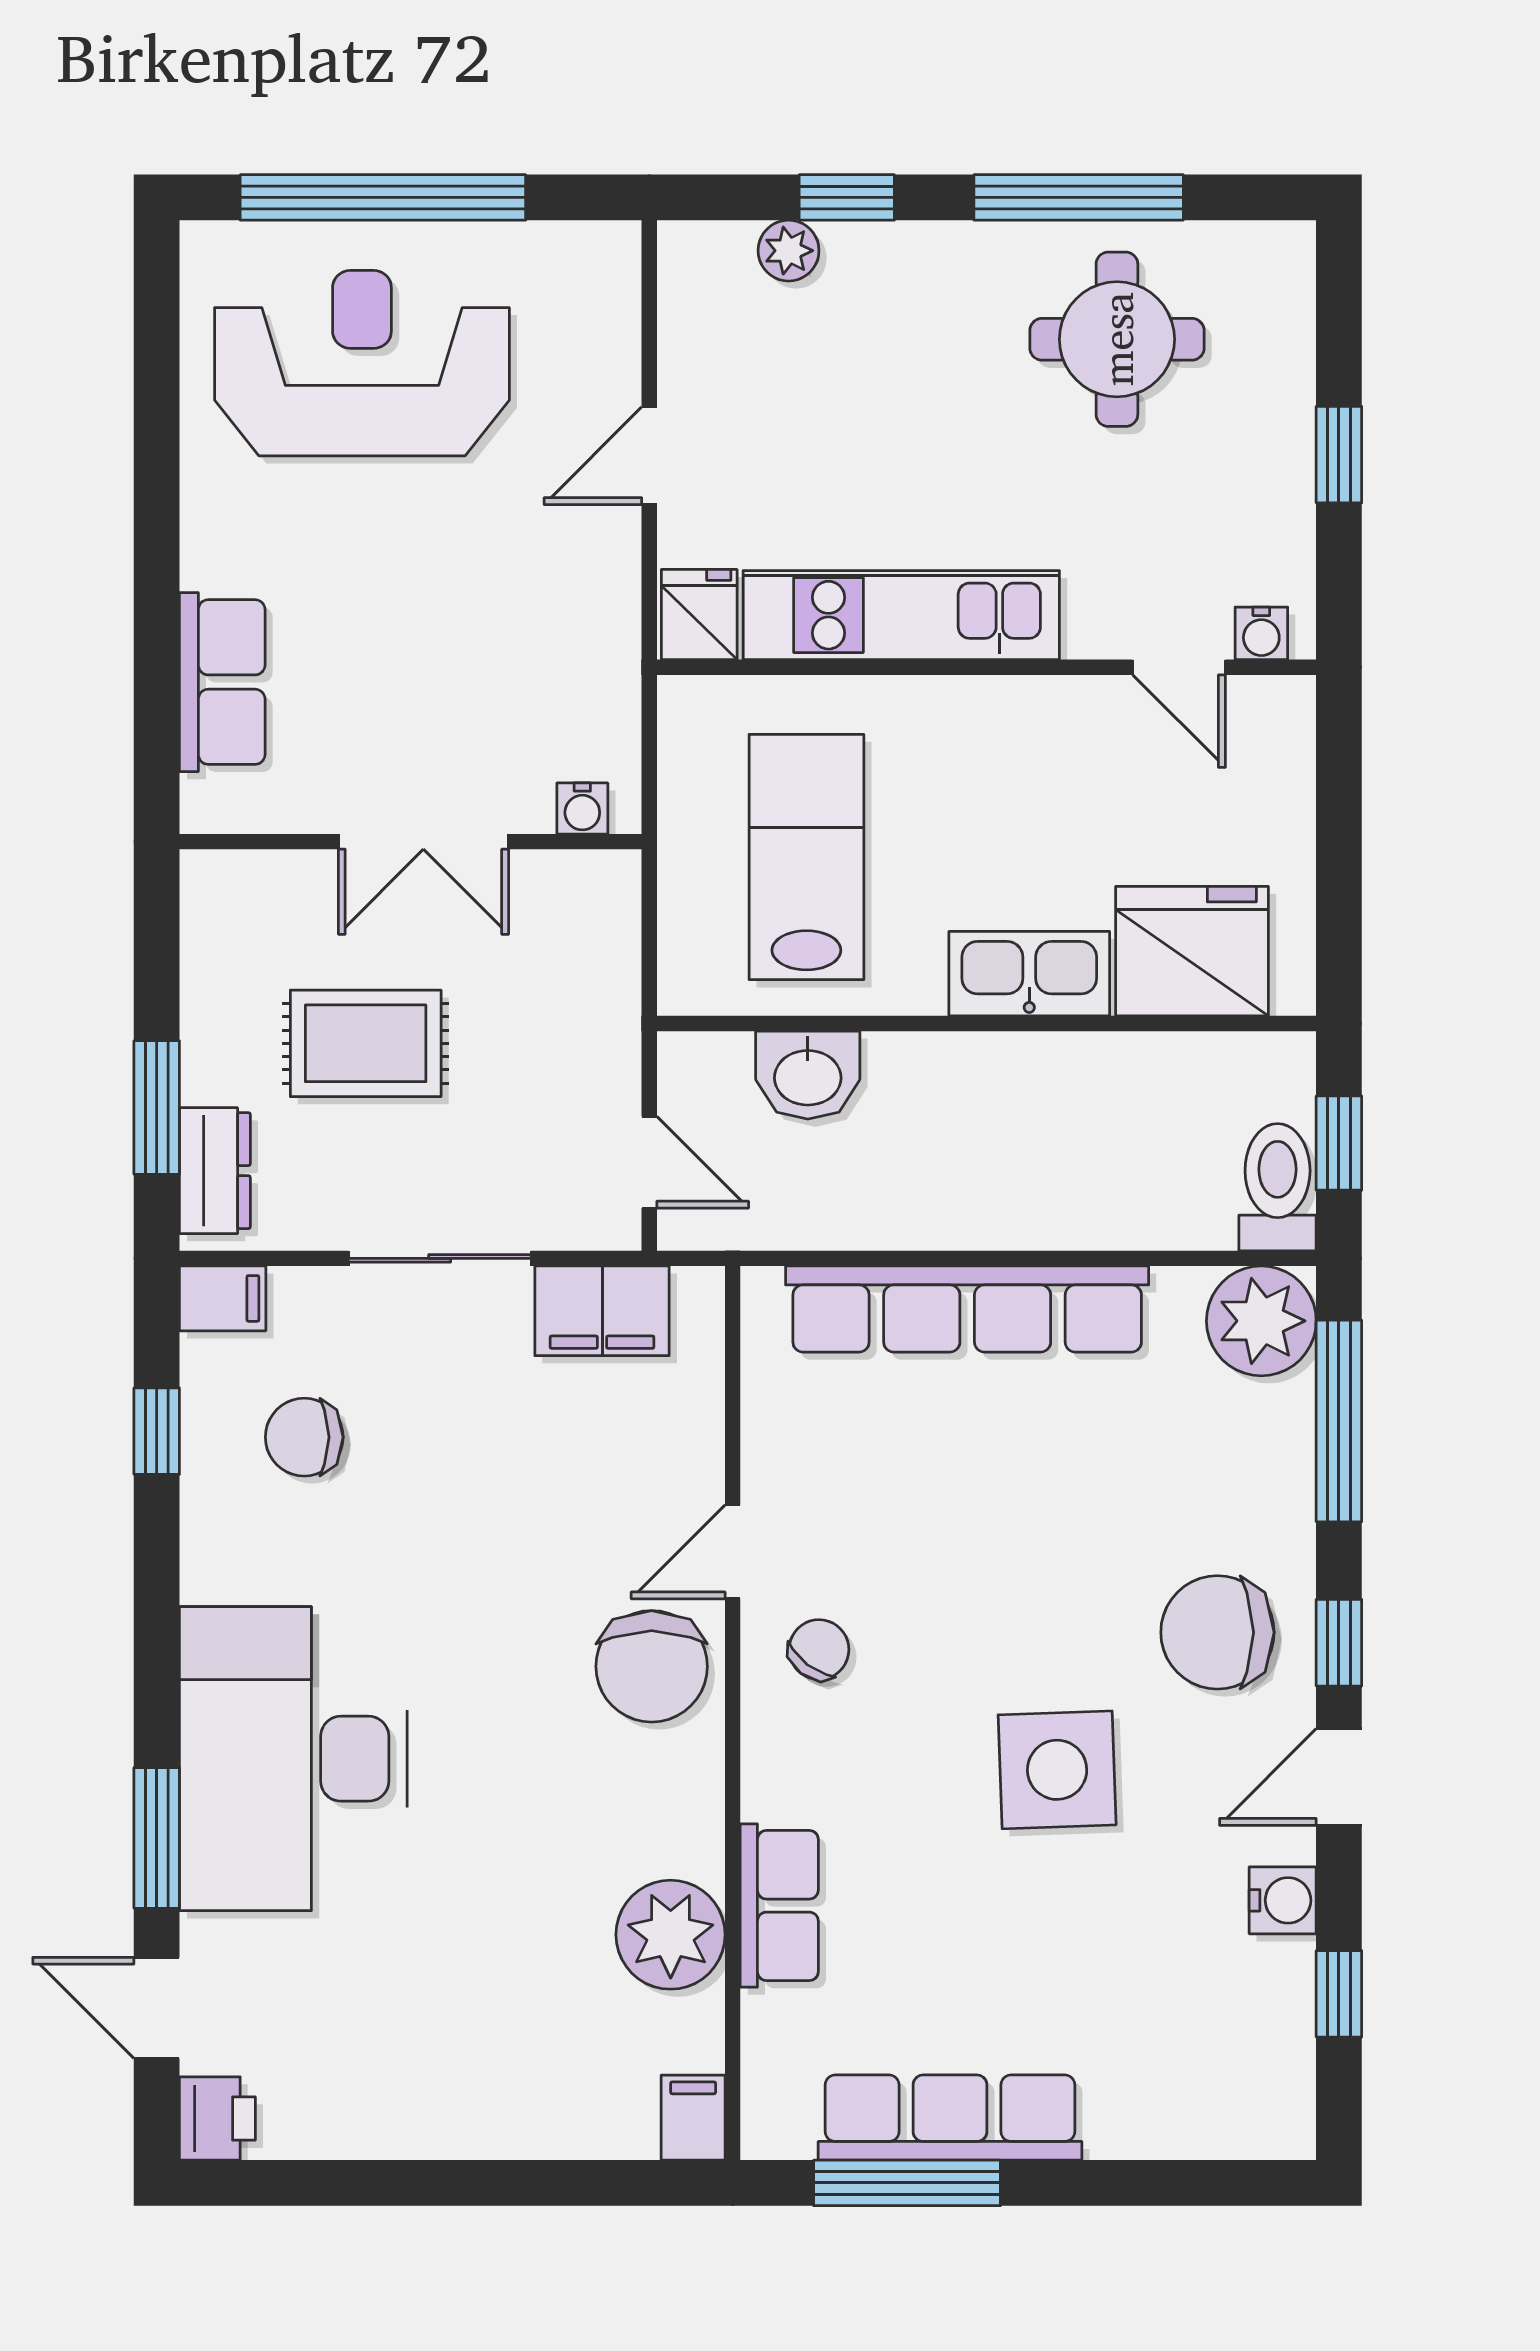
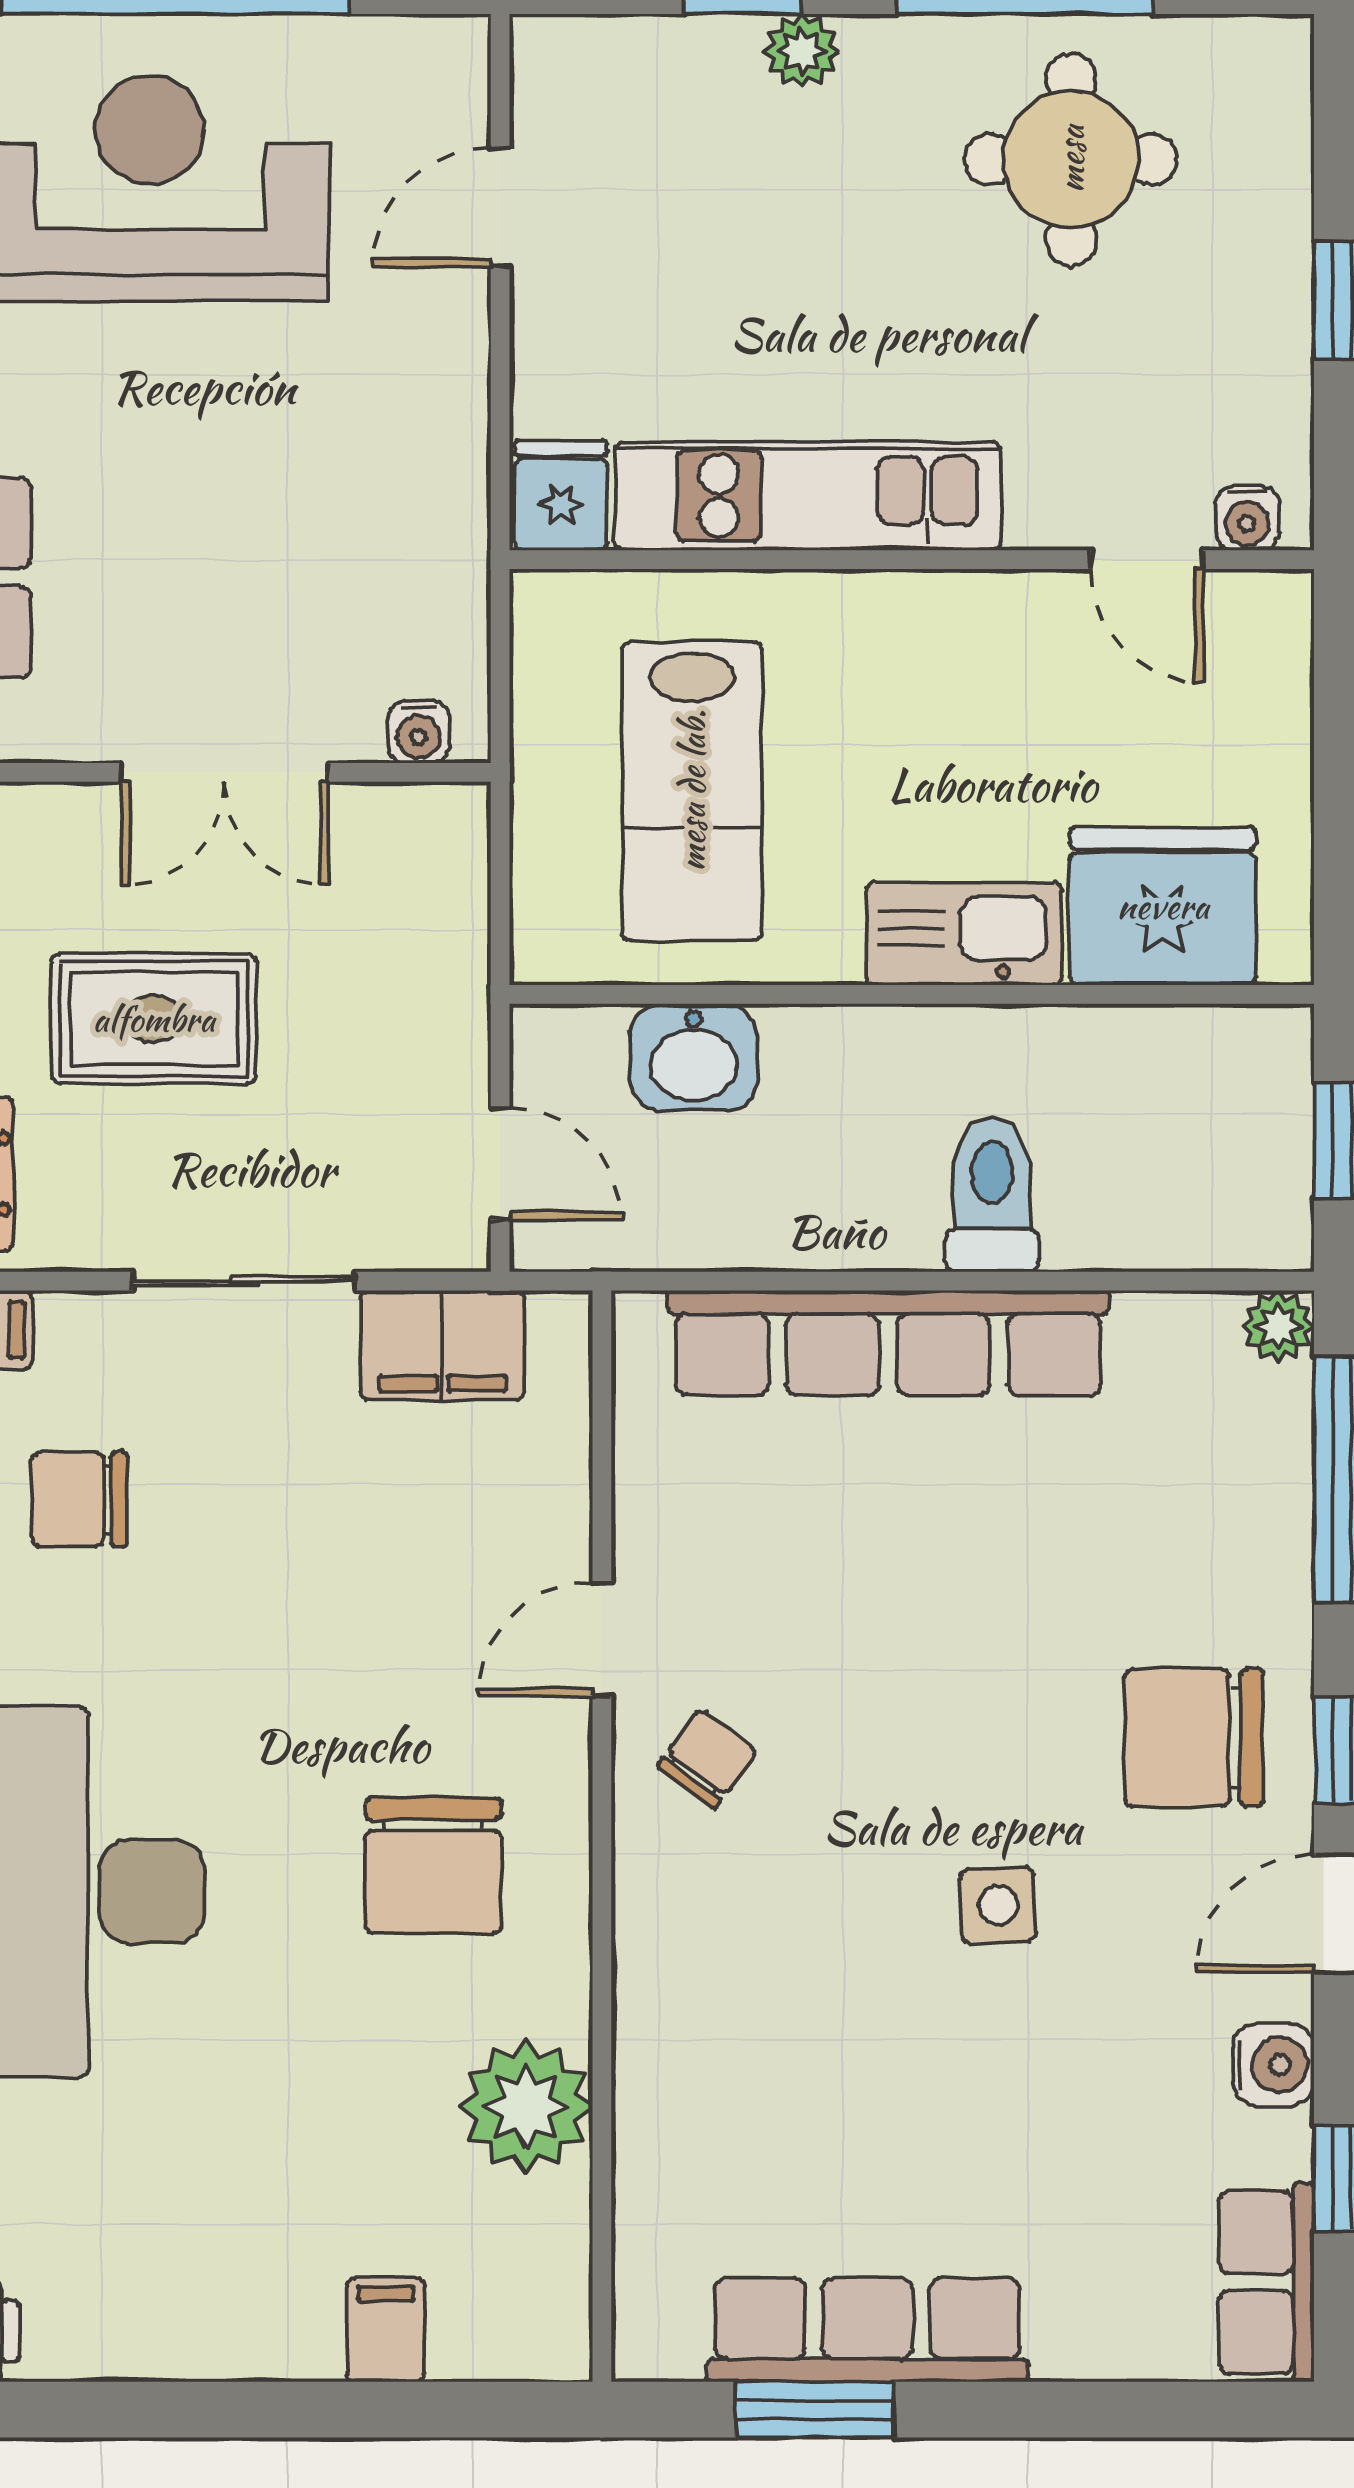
plant: (789, 251) -> (802, 51), moved
door: (649, 456) -> (500, 207), moved
lab bench: (806, 857) -> (692, 791), turned 180
toilet: (1278, 1187) -> (992, 1194), moved
plant: (1261, 1321) -> (1278, 1326), width x0.53, depth x0.53
chair: (652, 1666) -> (433, 1866), moved
side table: (1057, 1770) -> (998, 1905), width x0.54, depth x0.54
row of seats: (779, 1906) -> (1267, 2282), moved, turned 180
filing cabinet: (693, 2118) -> (386, 2330), moved
window: (907, 2183) -> (815, 2410), width x0.69

